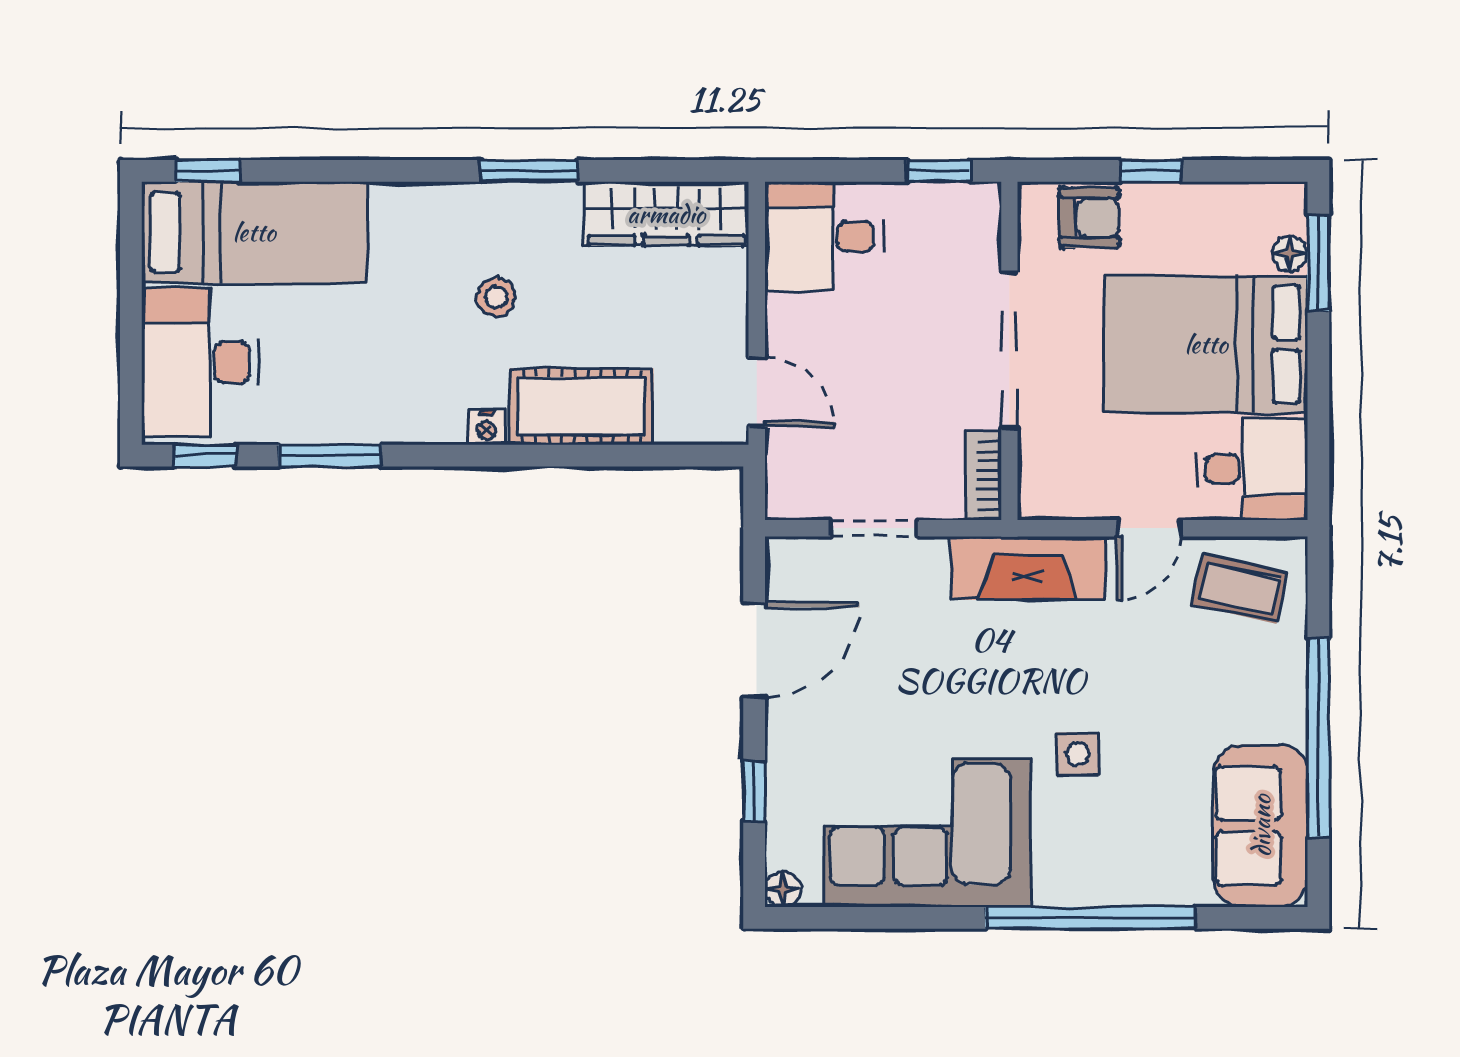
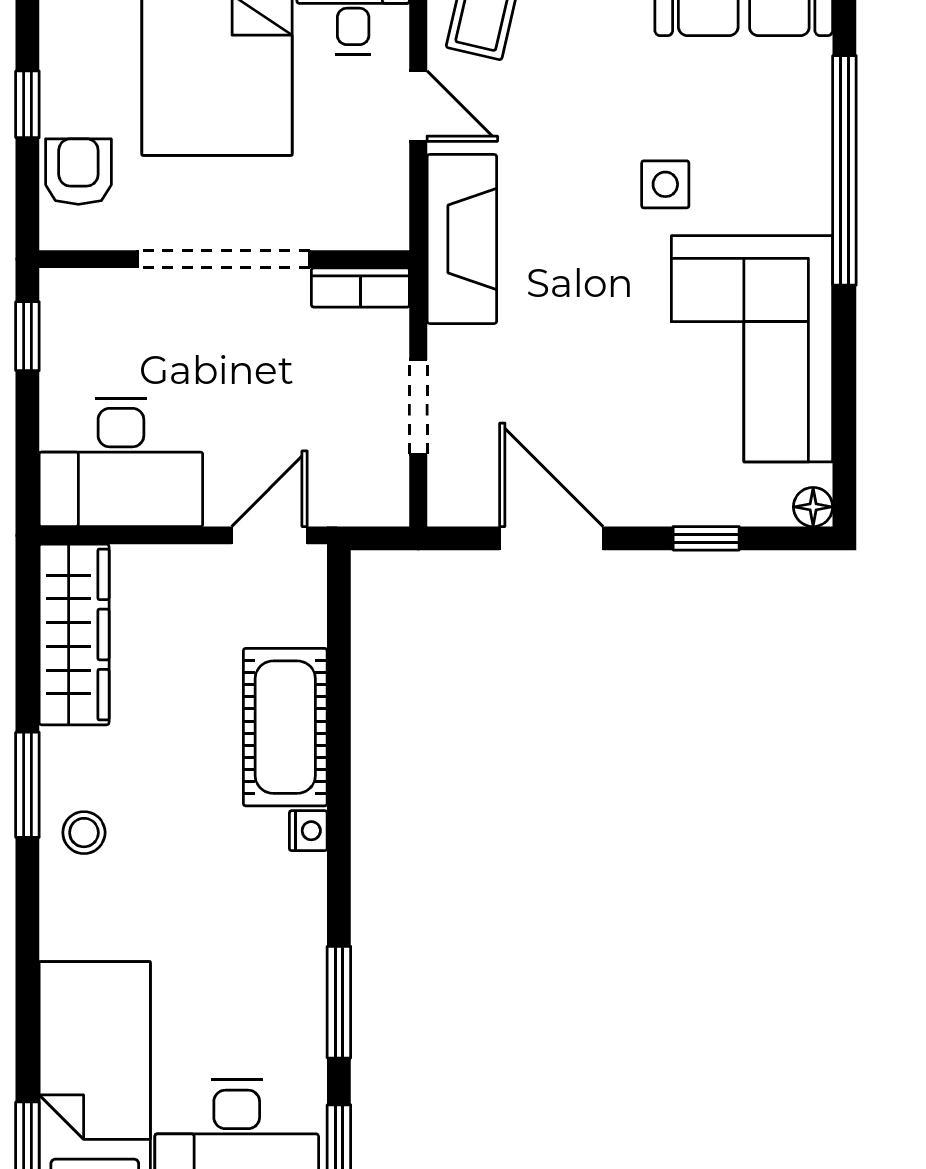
desk: (824, 236) -> (121, 462), width x1.37
stool: (496, 297) -> (84, 833), moved

